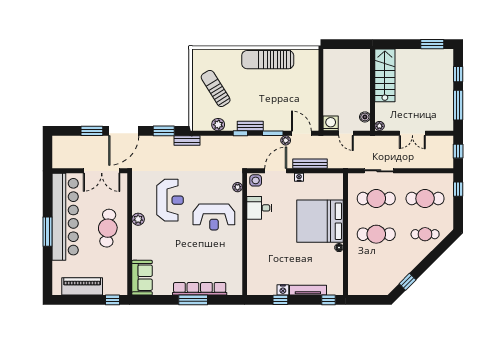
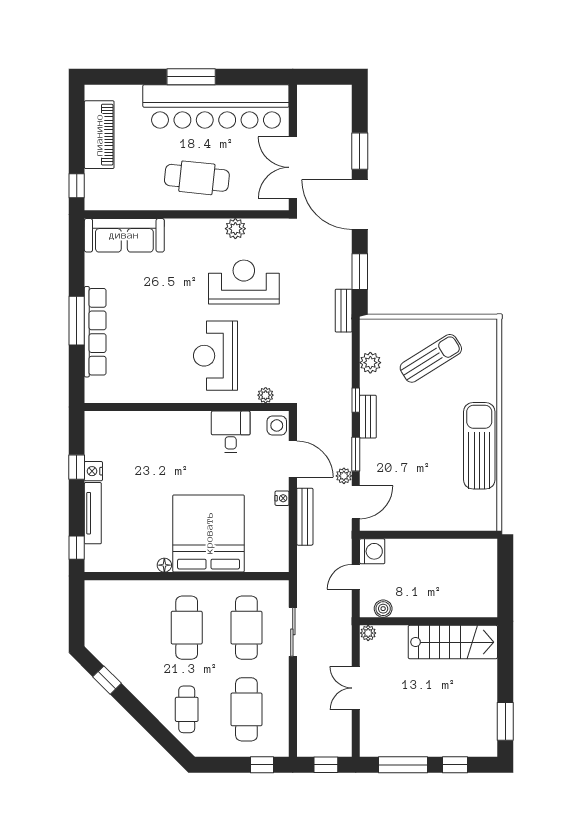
reception desk: (170, 200) -> (244, 282), turned 180
plant: (138, 219) -> (235, 229), moved
sofa: (142, 278) -> (124, 235), width x1.36

